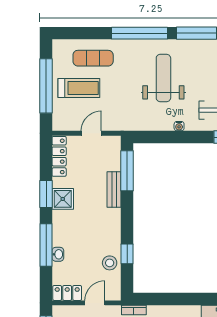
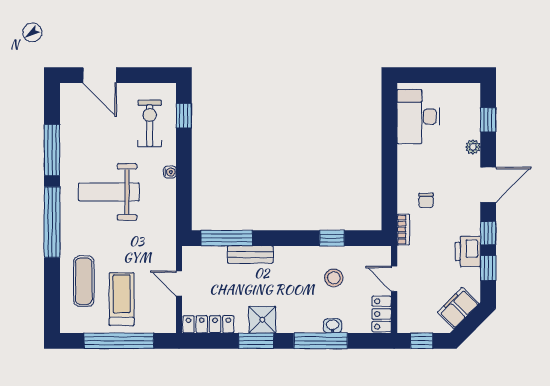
stool: (110, 263) -> (334, 278), moved

